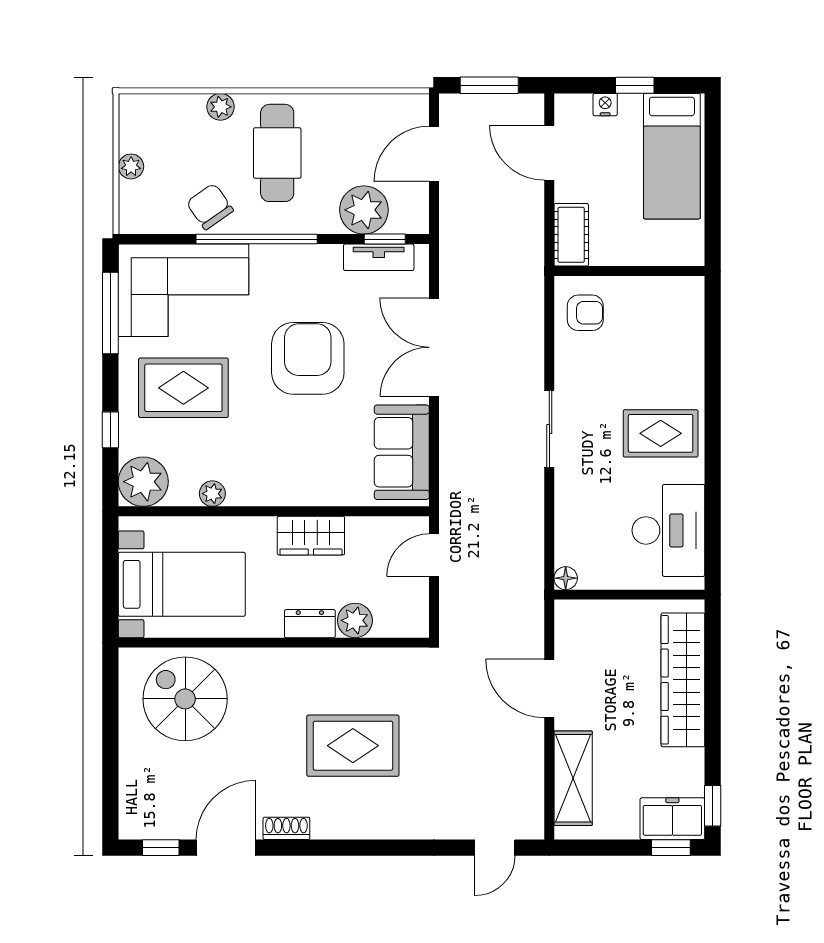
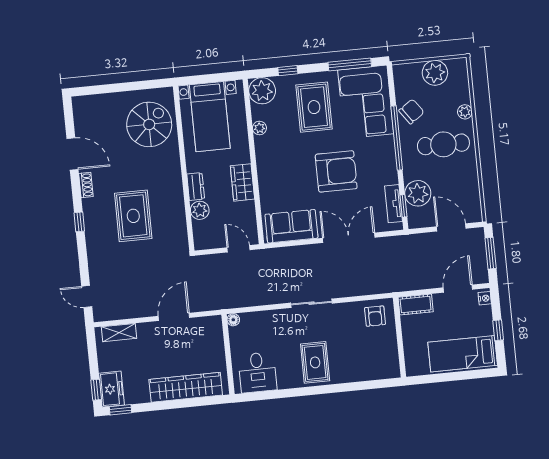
nightstand: (605, 105) -> (485, 298), moved
plant: (131, 166) -> (435, 73), width x1.88, depth x1.88
desk: (668, 530) -> (257, 372), width x0.73
shelving: (573, 778) -> (119, 333), width x0.67, depth x0.75
window: (161, 848) -> (79, 222), moved

